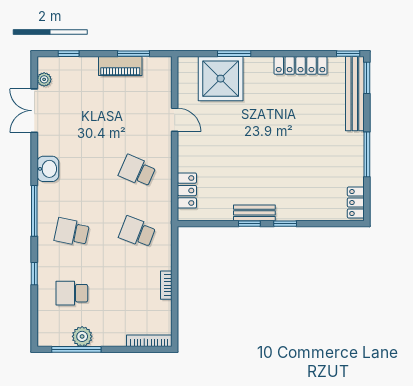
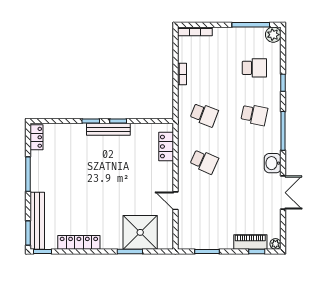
piano: (120, 66) -> (250, 242), moved
plant: (44, 79) -> (276, 244), moved
double door: (34, 111) -> (283, 193), moved
bench: (254, 213) -> (108, 129), width x1.36
plant: (82, 336) -> (273, 35), moved

